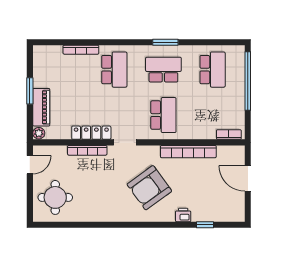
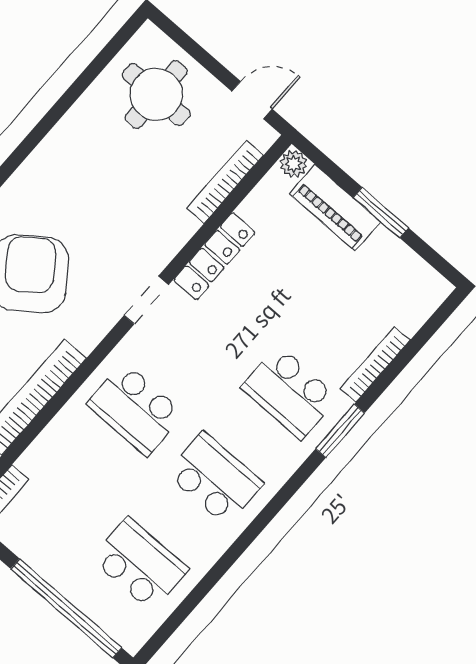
window: (165, 42) -> (340, 431), moved
school desk: (163, 70) -> (215, 478), turned -90
school desk: (213, 70) -> (140, 564), turned 180
bookcase: (87, 150) -> (225, 182), moved
door: (30, 165) -> (252, 100), swing flipped

